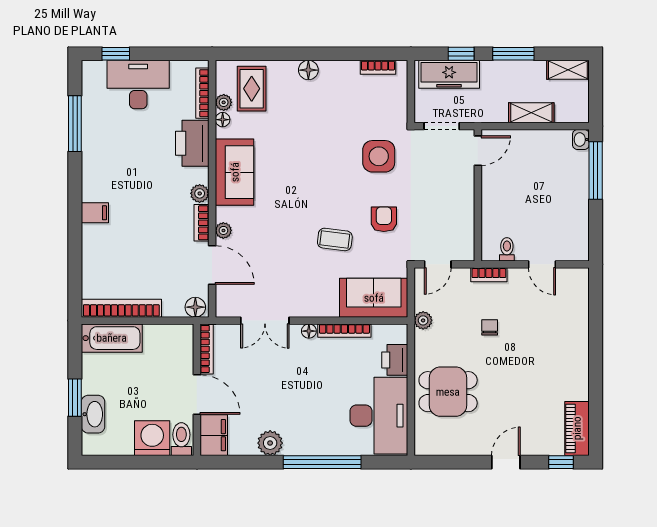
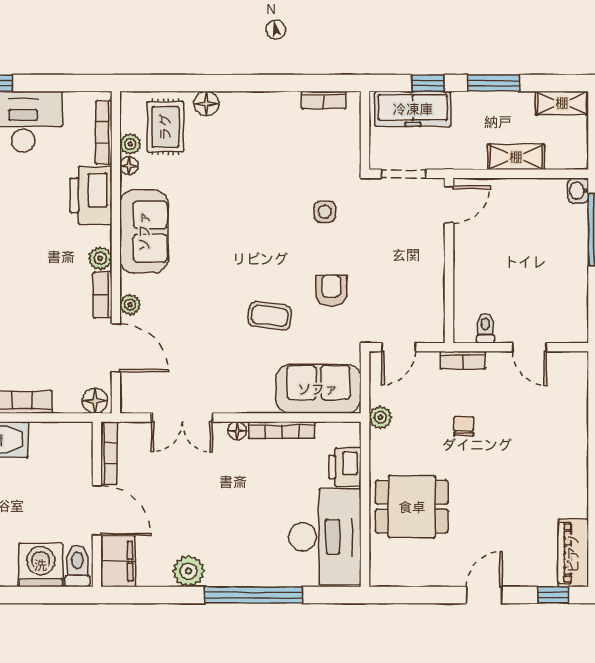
floor lamp: (308, 70) -> (206, 103), moved
side table: (379, 156) -> (325, 212), width x0.54, depth x0.54

